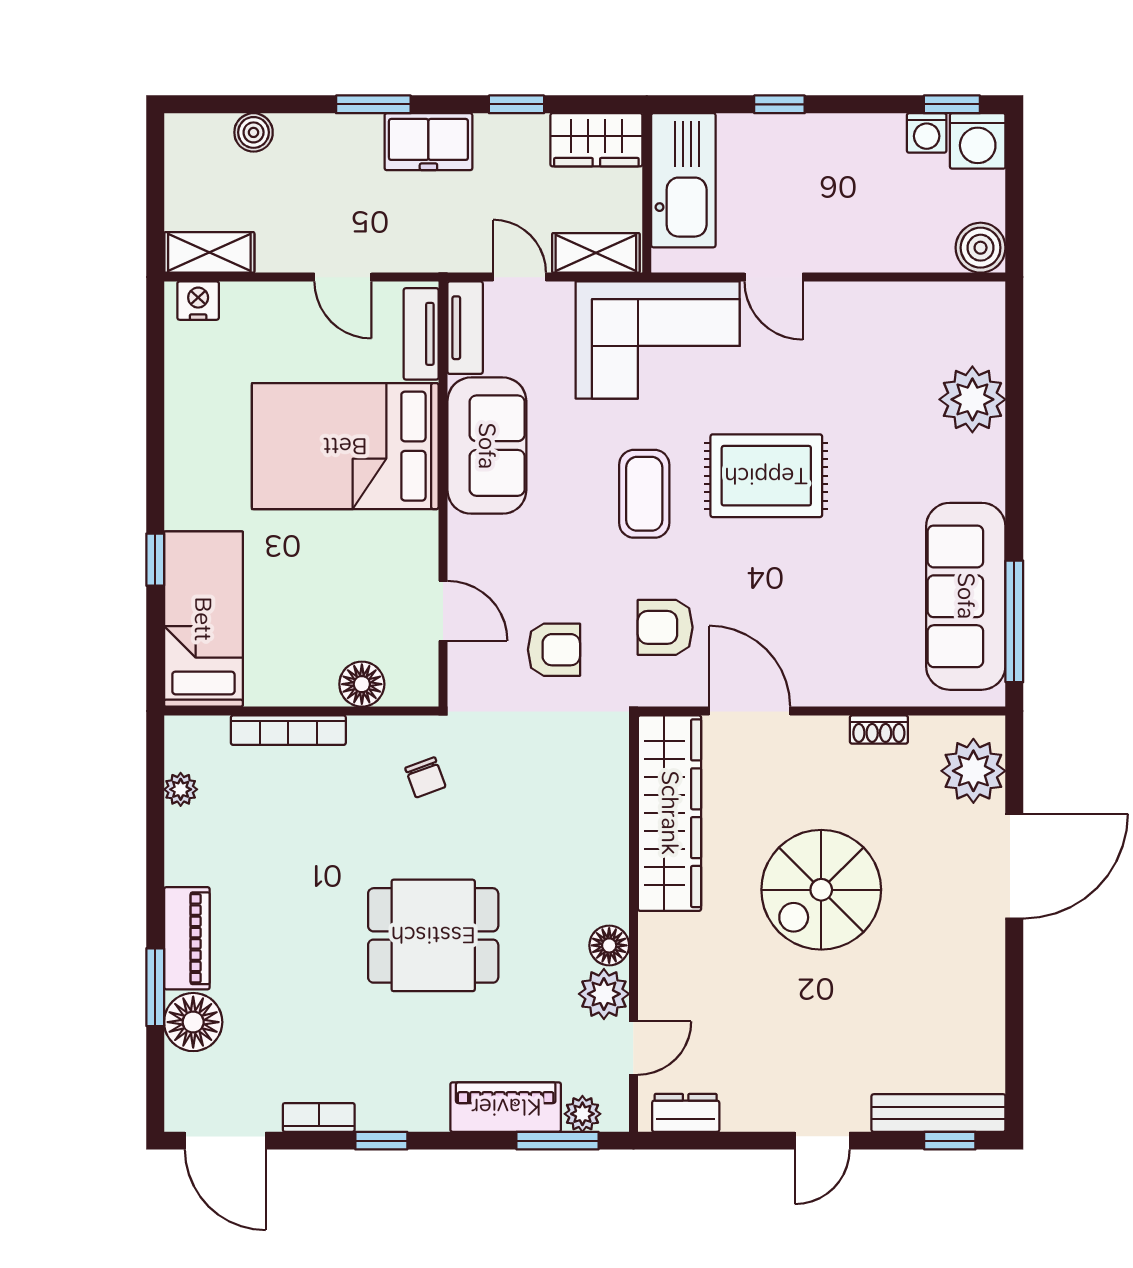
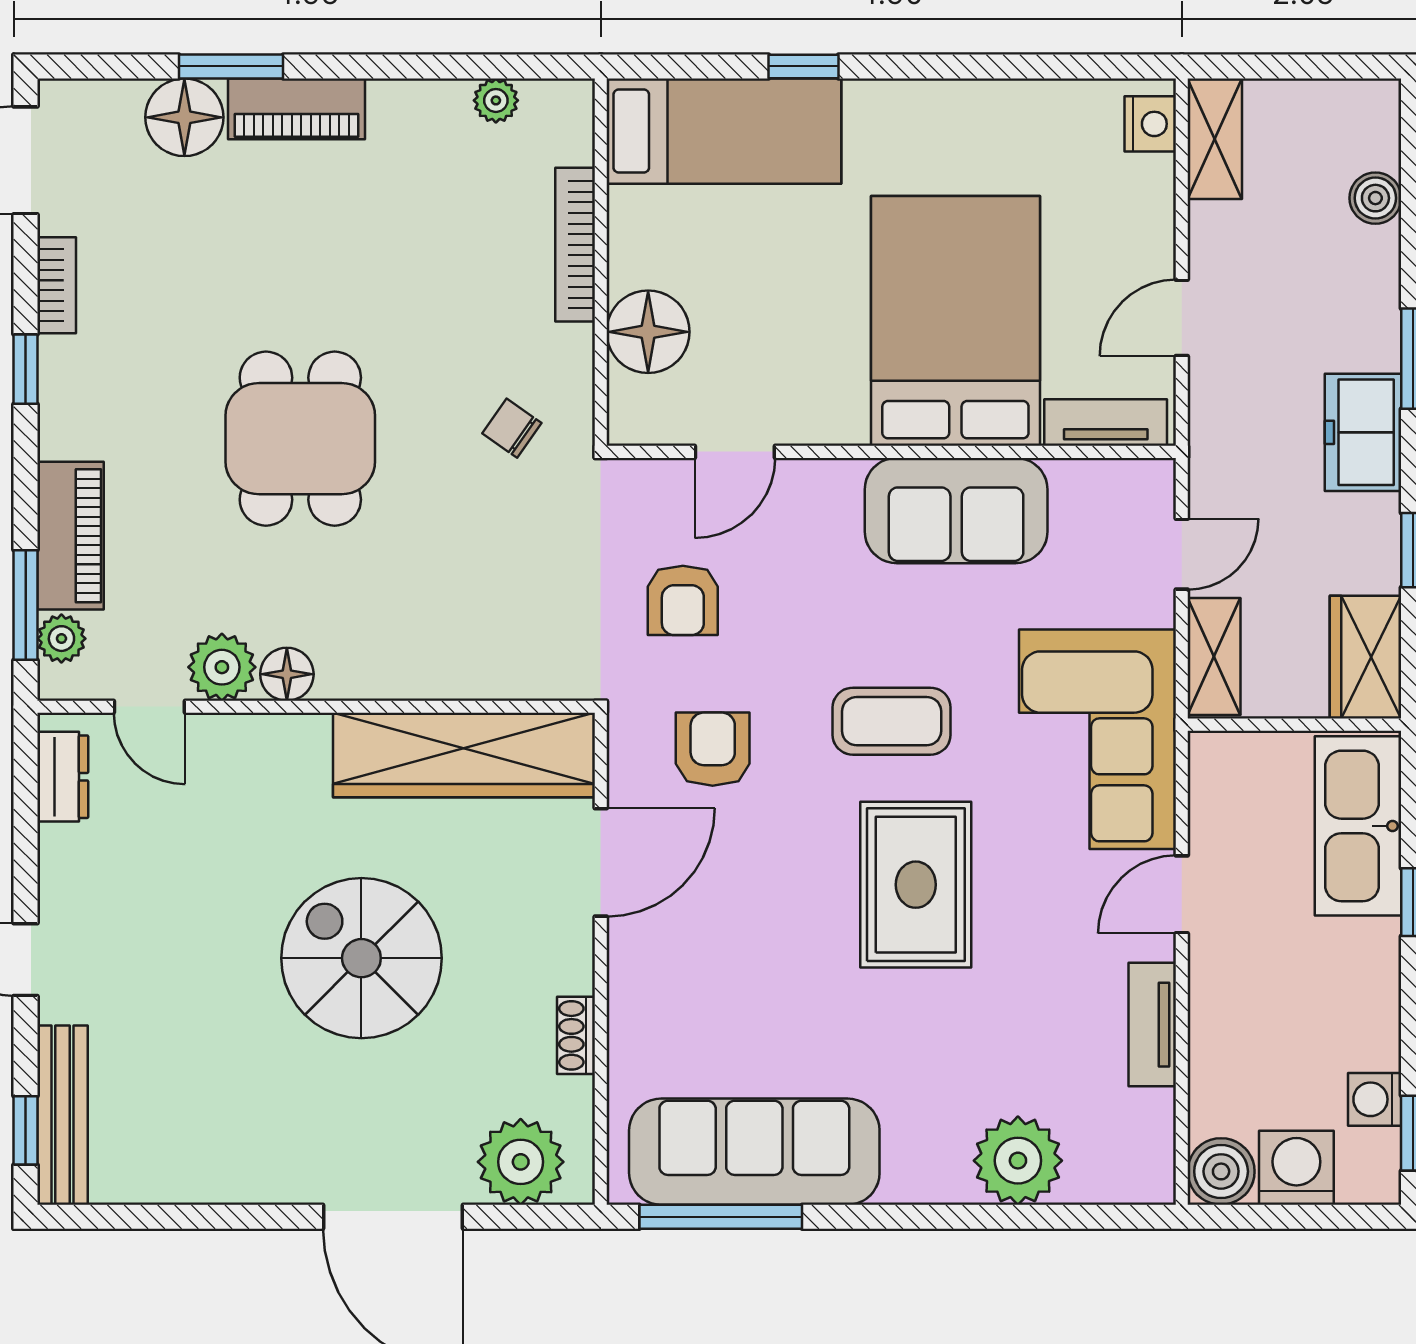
washing machine: (978, 141) -> (1296, 1168), moved, turned 90
kitchen sink: (683, 180) -> (1358, 826), moved, turned 90
tv unit: (465, 328) -> (1152, 1025), moved, turned 90
floor lamp: (362, 684) -> (648, 332), width x1.38, depth x1.38
chair: (425, 777) -> (512, 428), turned 55

